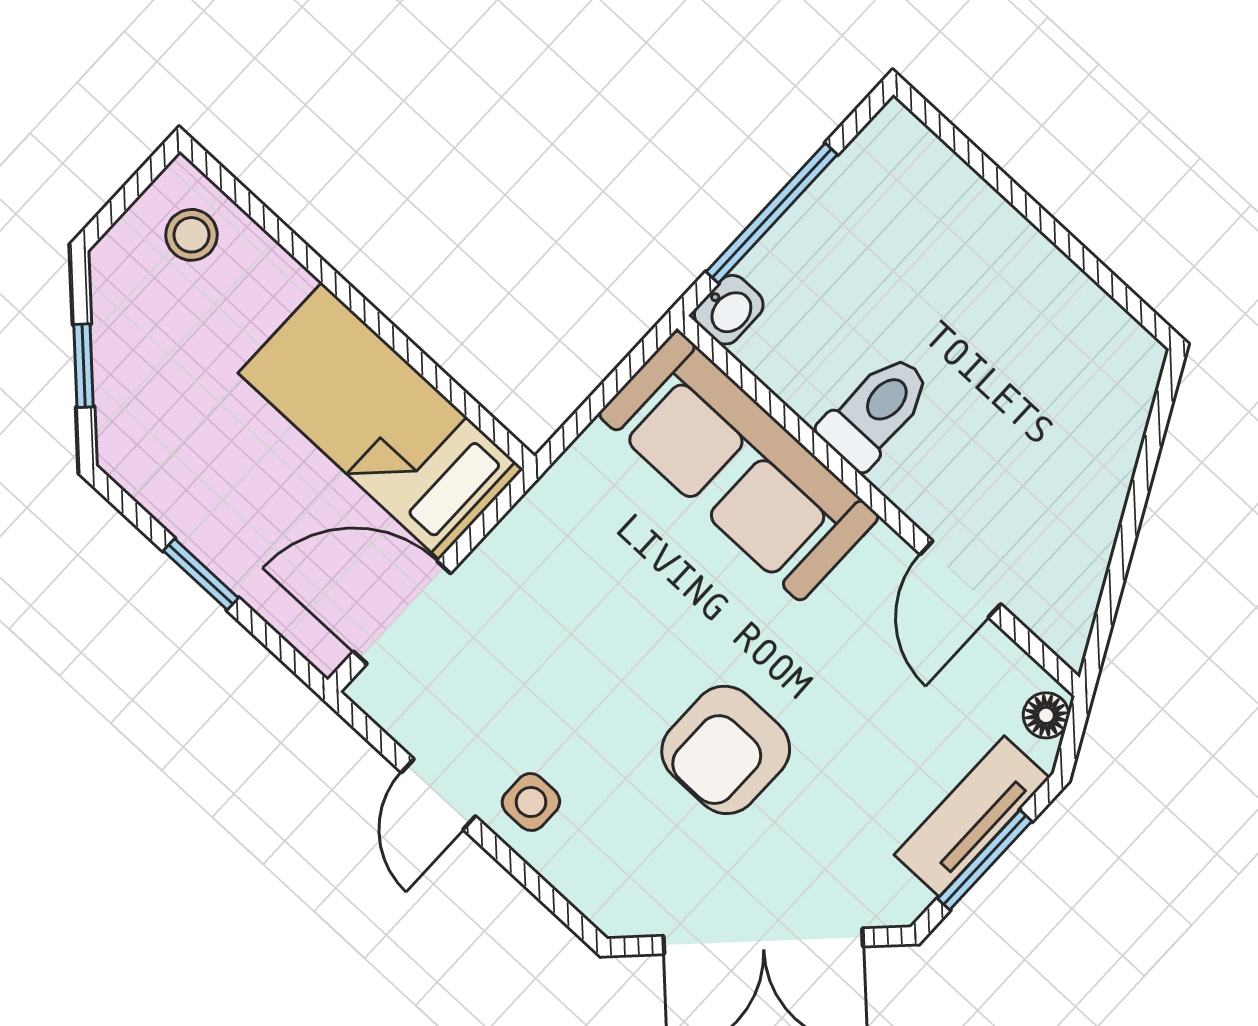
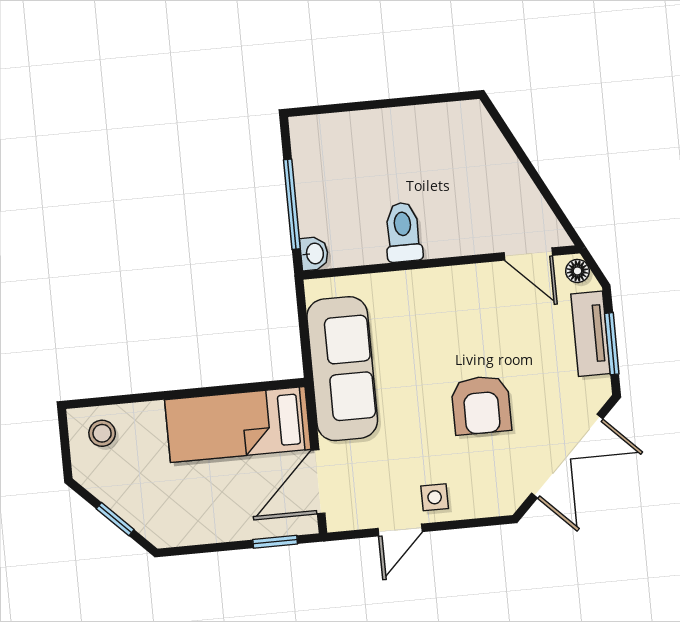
sofa: (739, 466) -> (342, 369), moved, turned -90
window: (201, 574) -> (275, 542), moved
door: (961, 579) -> (528, 254), moved
door: (438, 794) -> (400, 530), hinge flipped

